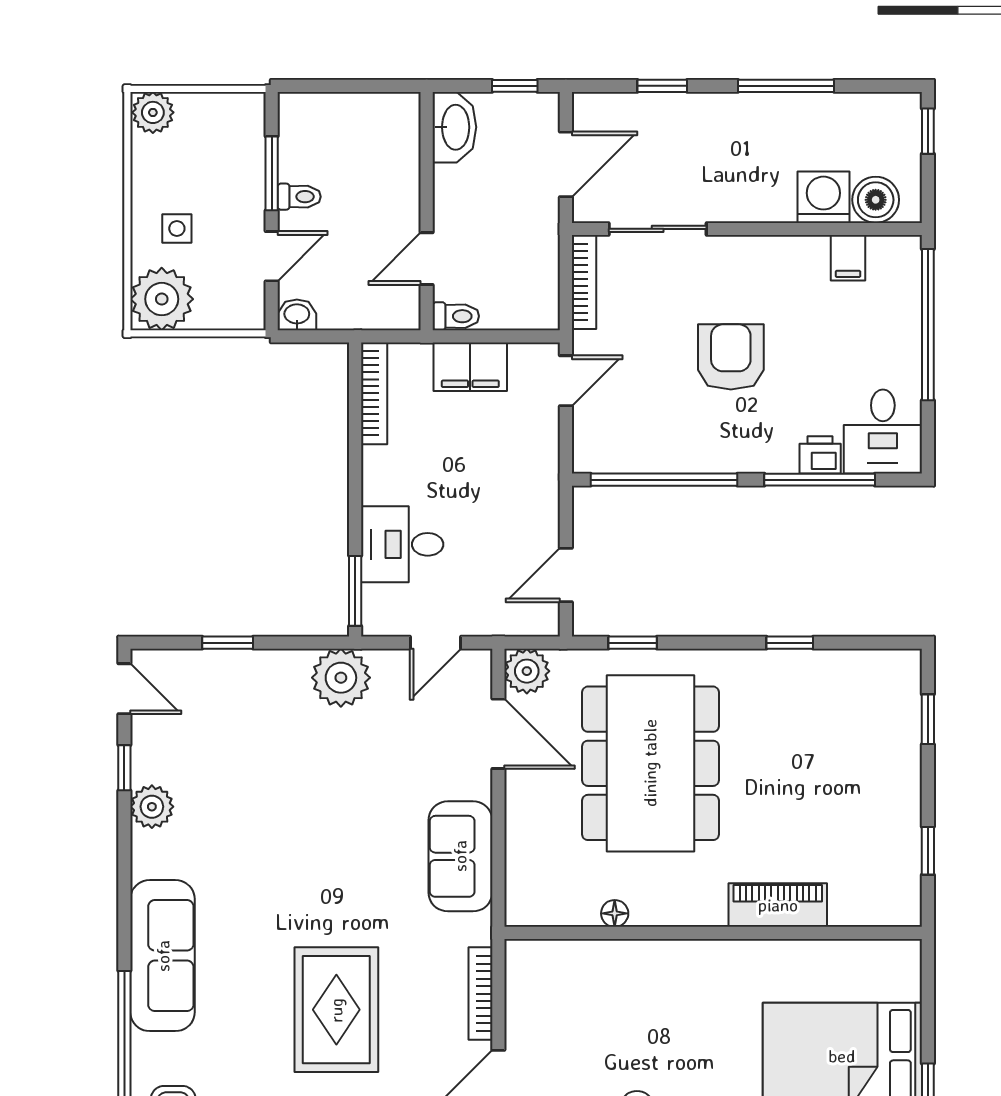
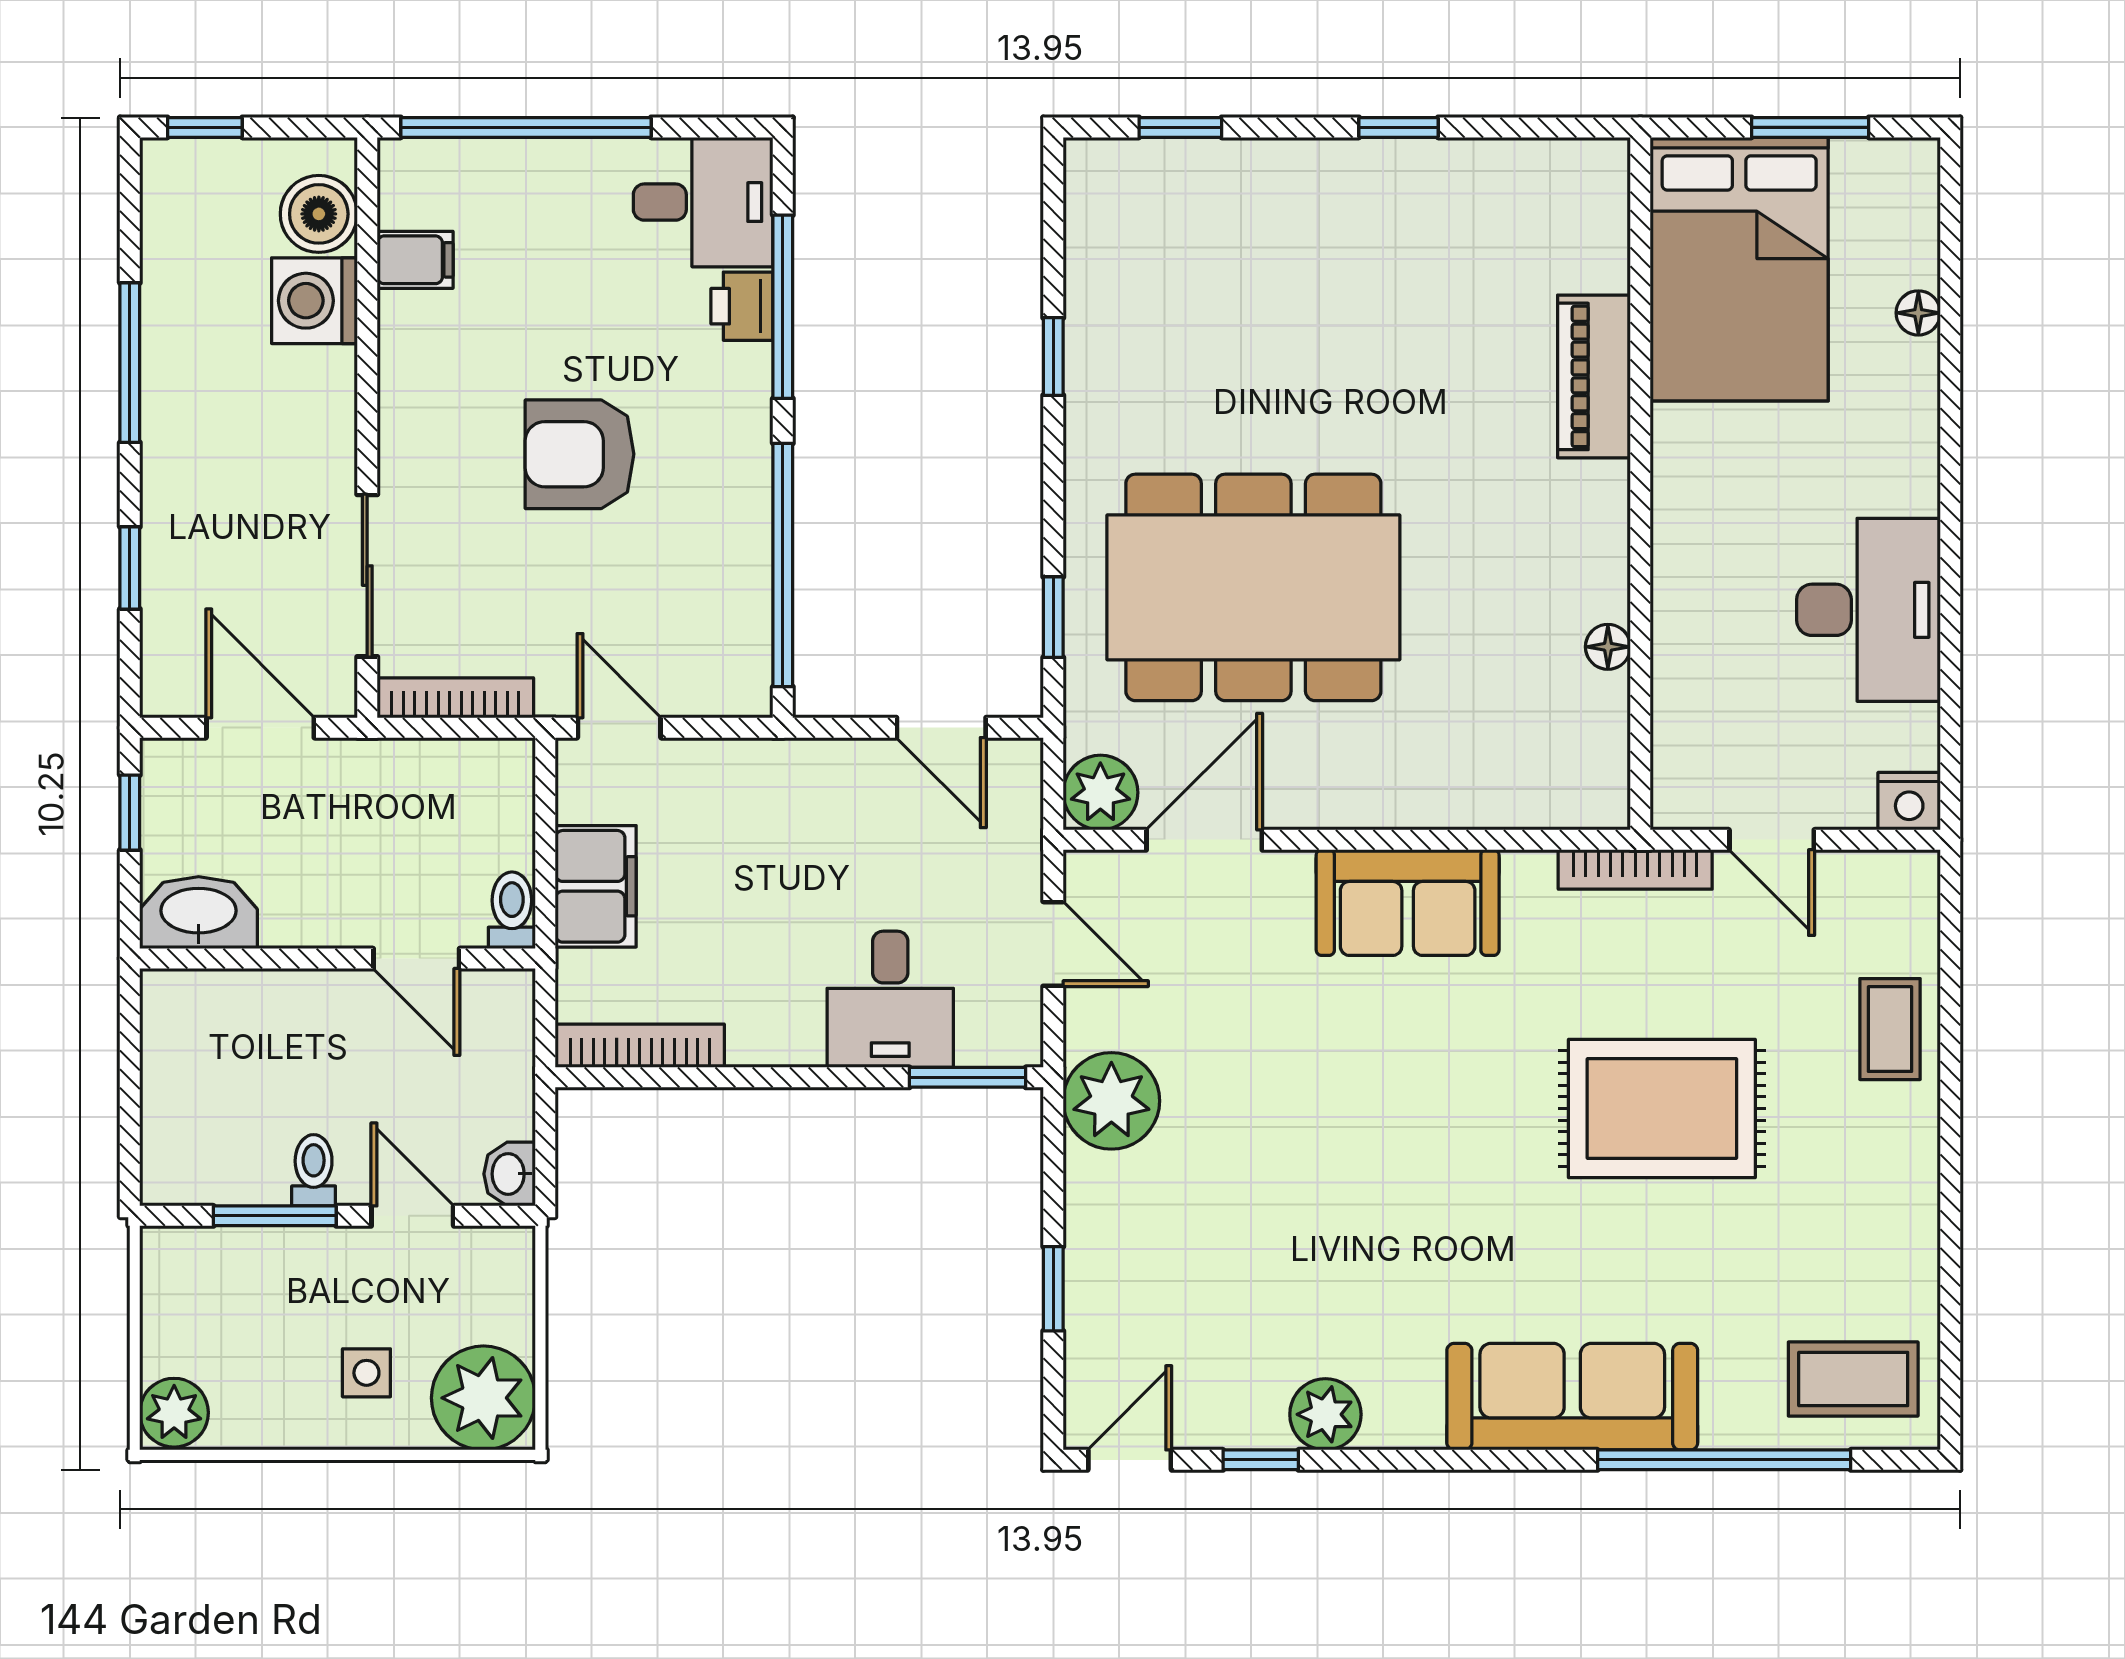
piano: (778, 905) -> (1594, 376), moved
floor lamp: (615, 913) -> (1608, 647), moved
wall: (713, 933) -> (1640, 484), moved

